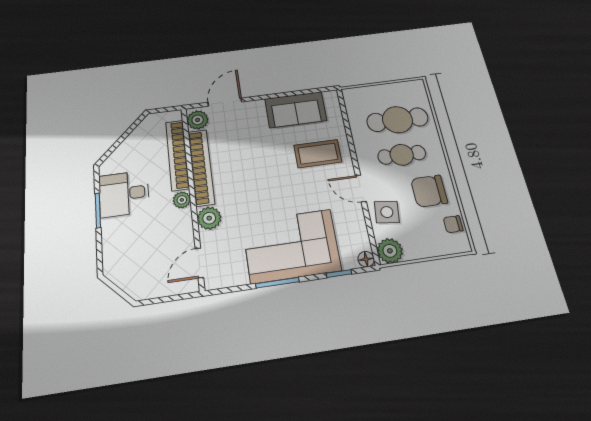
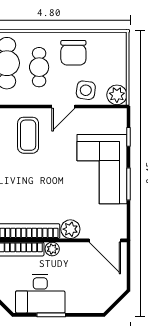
desk: (124, 194) -> (40, 294), width x1.37
chair: (453, 224) -> (103, 41), removed
floor lamp: (366, 259) -> (121, 114), removed
door: (199, 263) -> (105, 240), width x1.38

